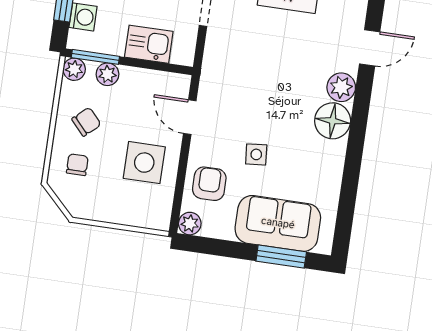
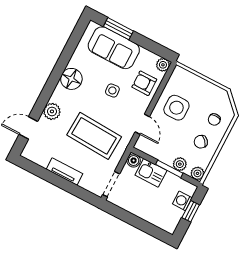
boiler: (183, 54) -> (134, 161), added
window: (95, 57) -> (169, 169), moved
coffee table: (260, 72) -> (94, 136), added
floor lamp: (333, 121) -> (71, 79), moved
armchair: (209, 184) -> (144, 83), turned 90

